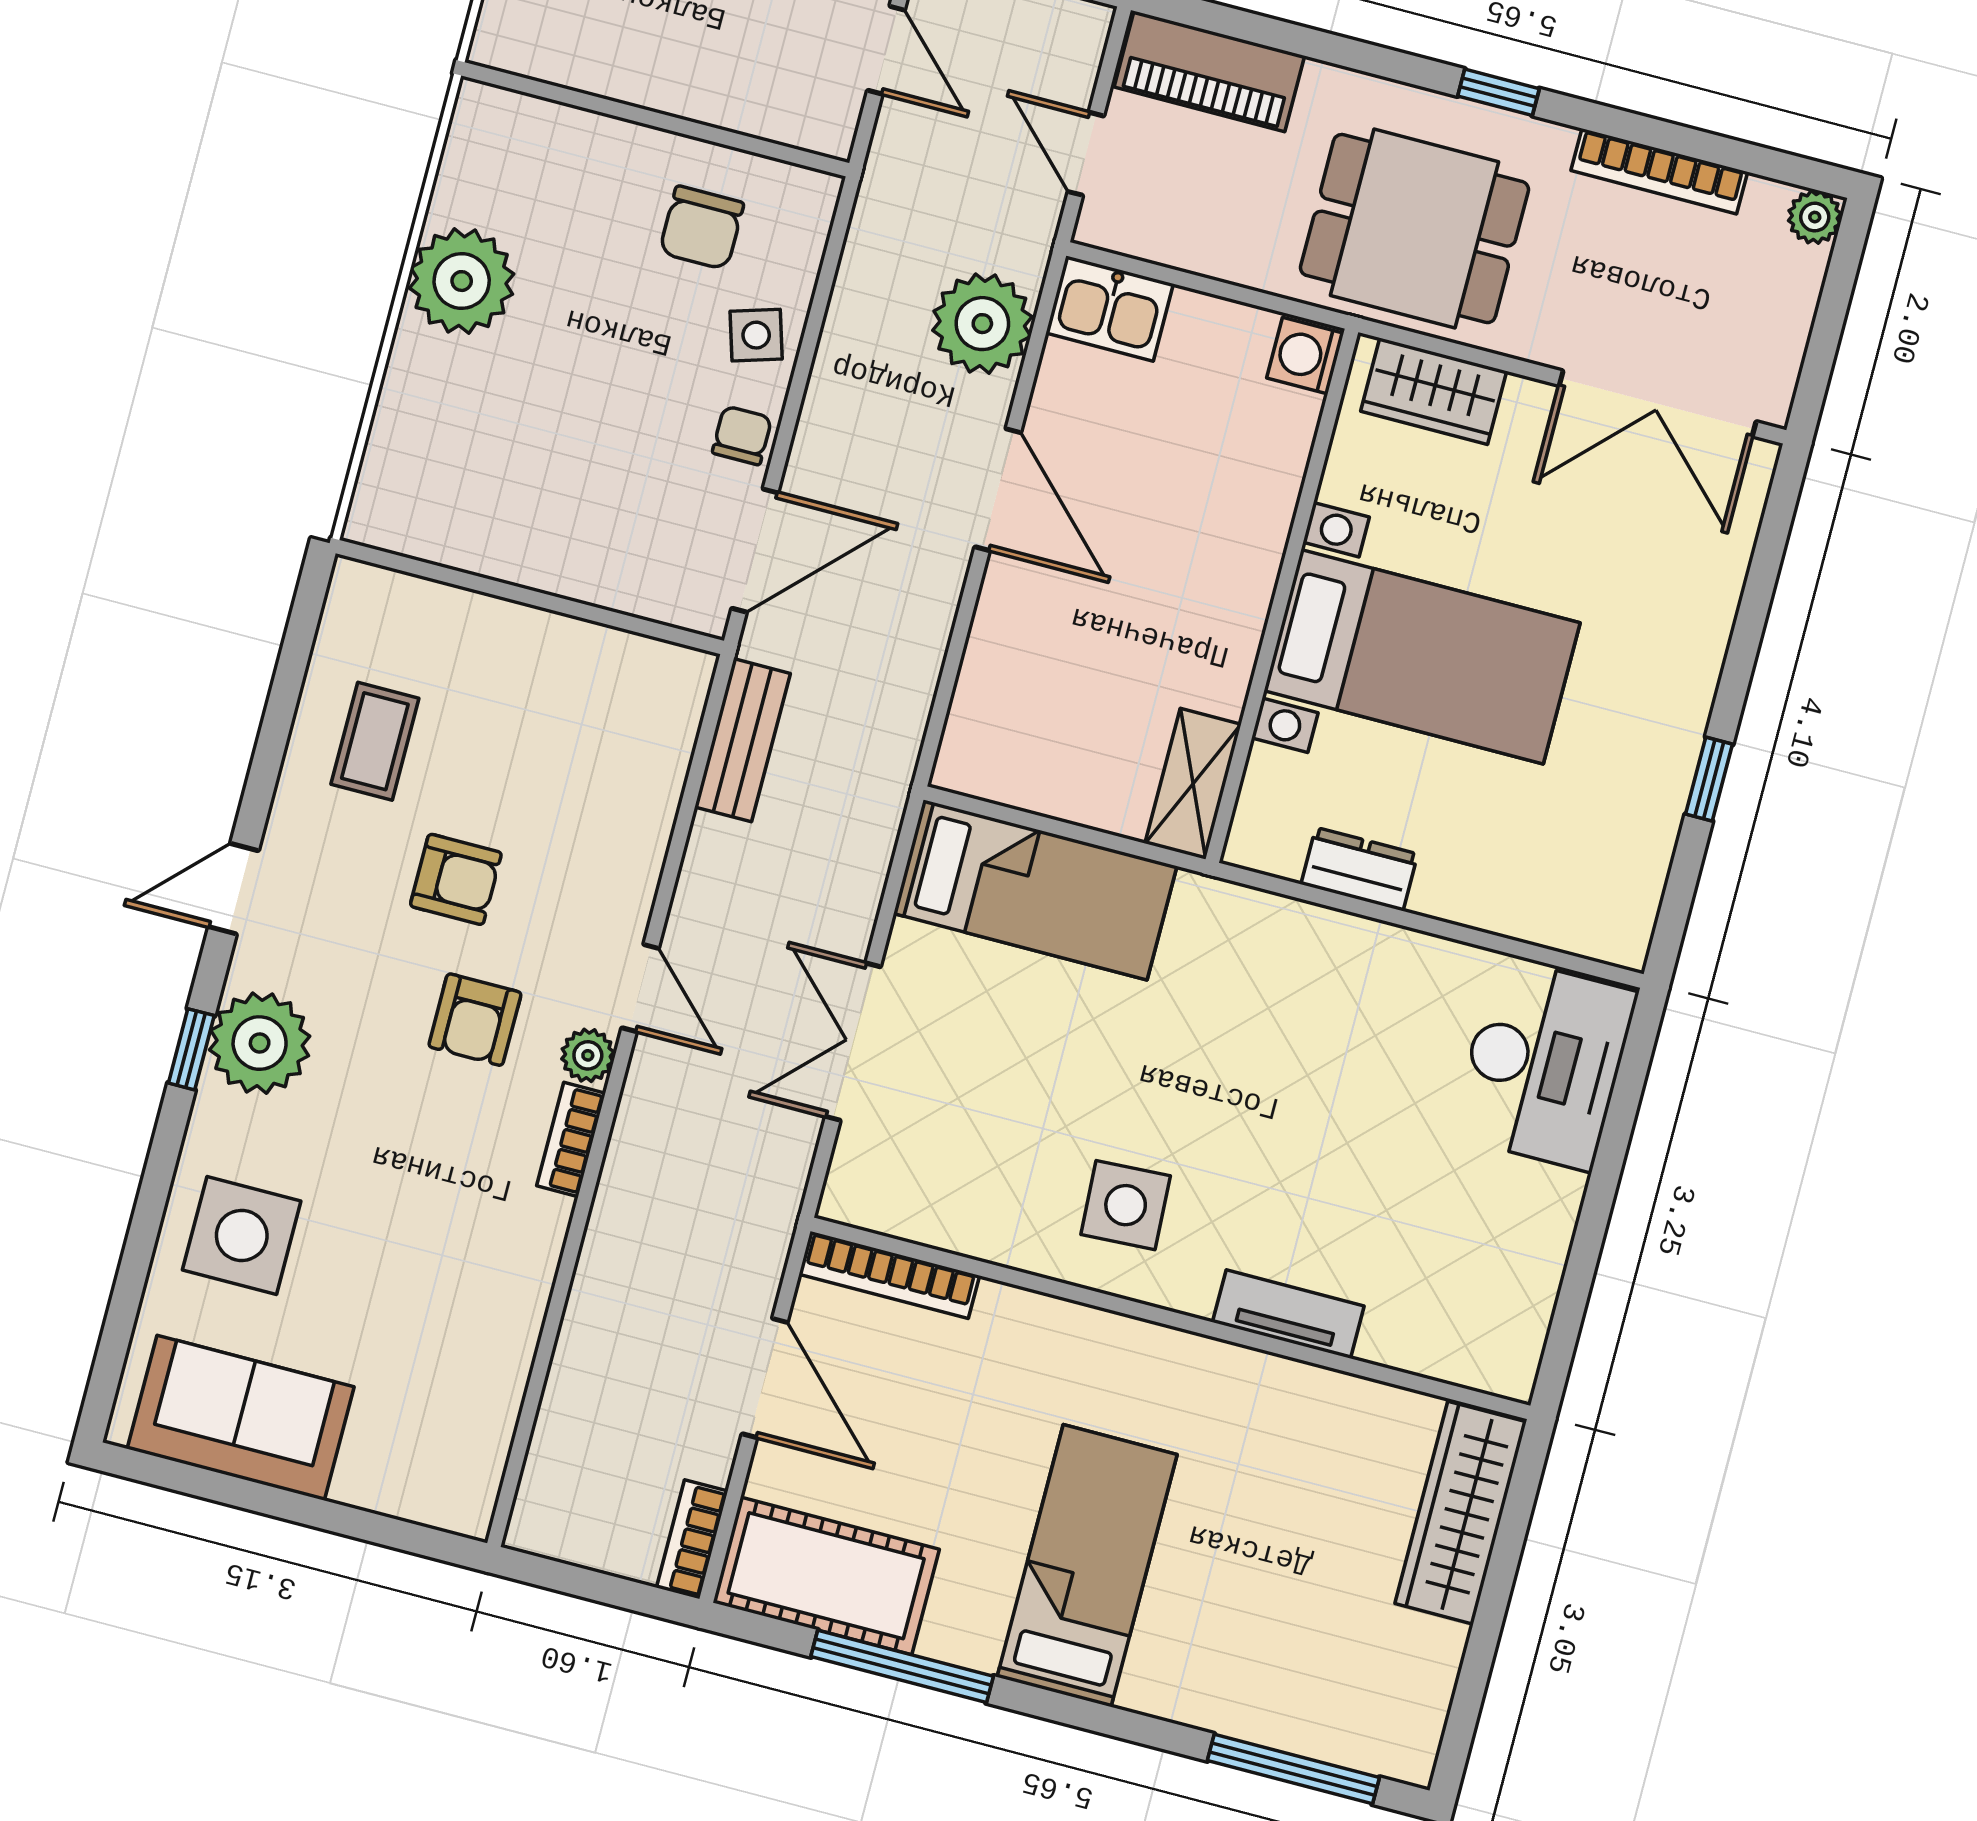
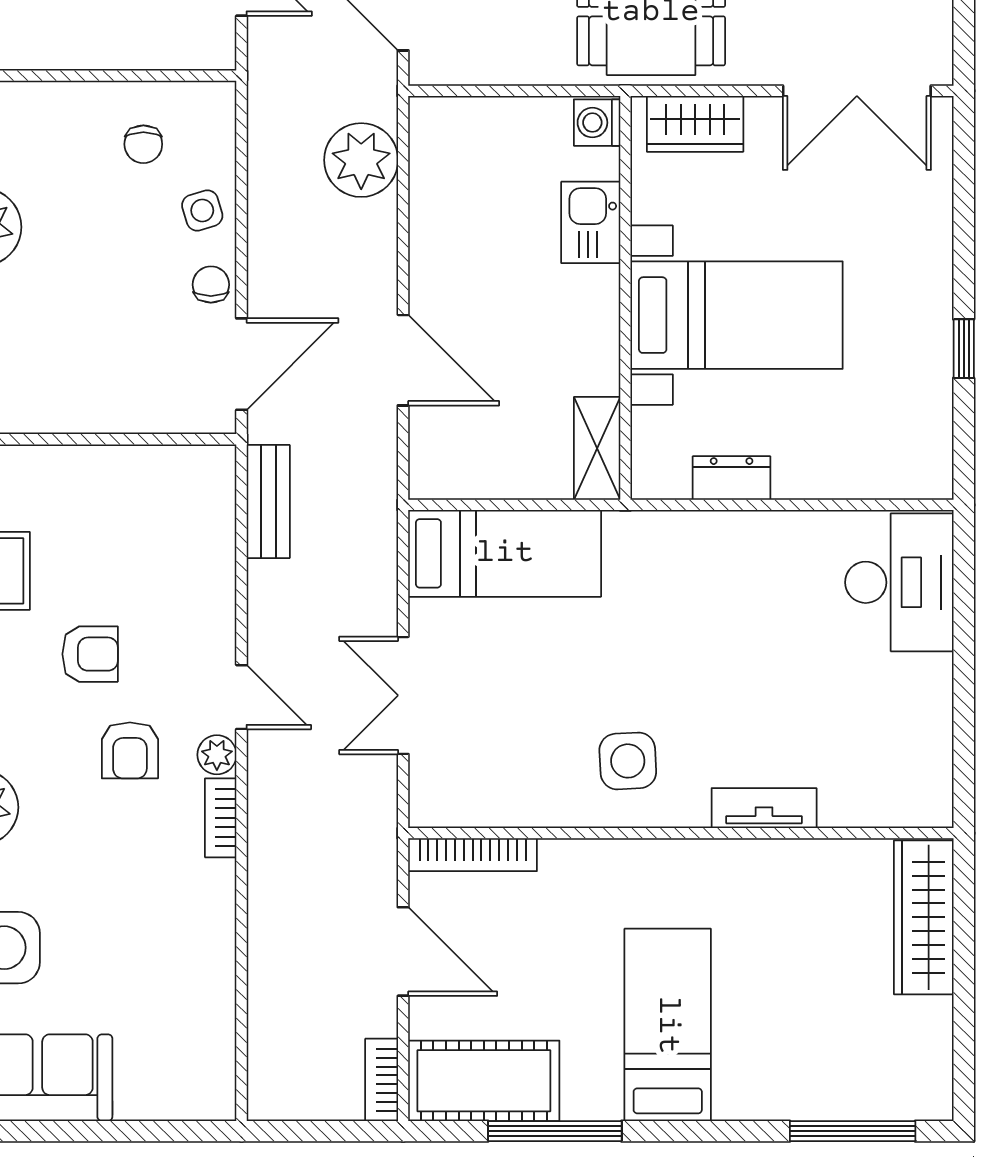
chair: (702, 228) -> (143, 144), width x0.73, depth x0.73
kitchen sink: (1110, 308) -> (591, 222), moved, turned 90
door: (998, 490) -> (403, 360), moved

